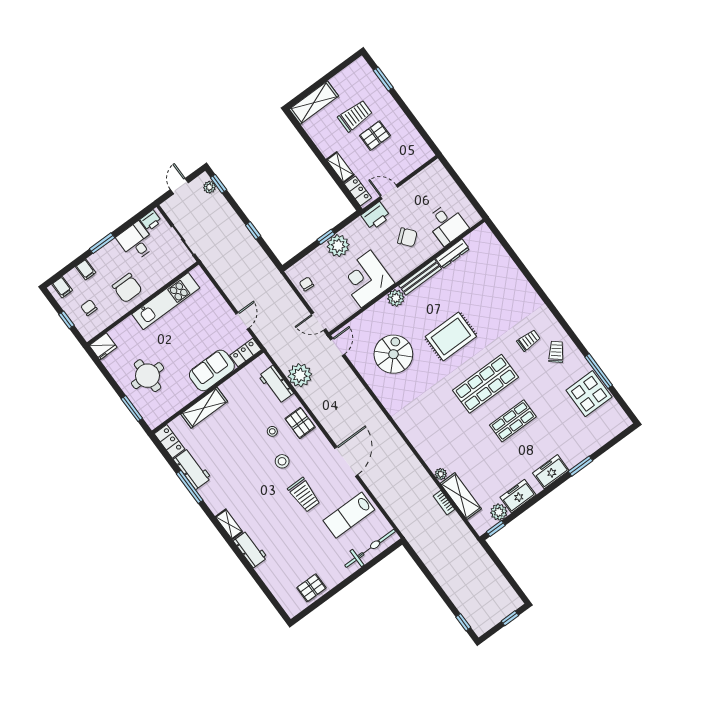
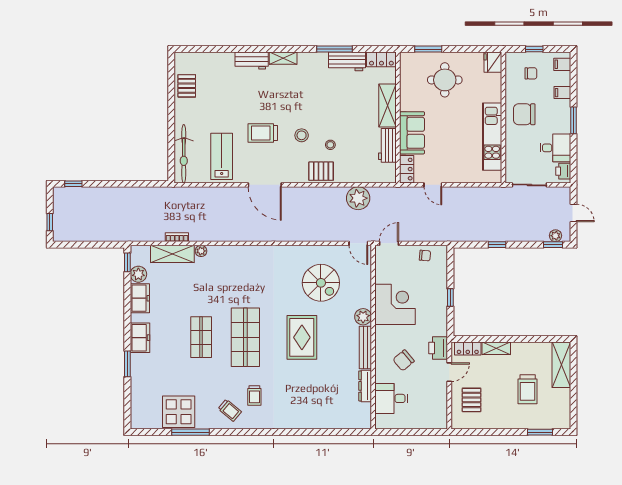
pallet: (375, 136) -> (472, 400), moved
plant: (338, 246) -> (437, 302), removed
workbench: (276, 385) -> (387, 145), moved, turned -90

